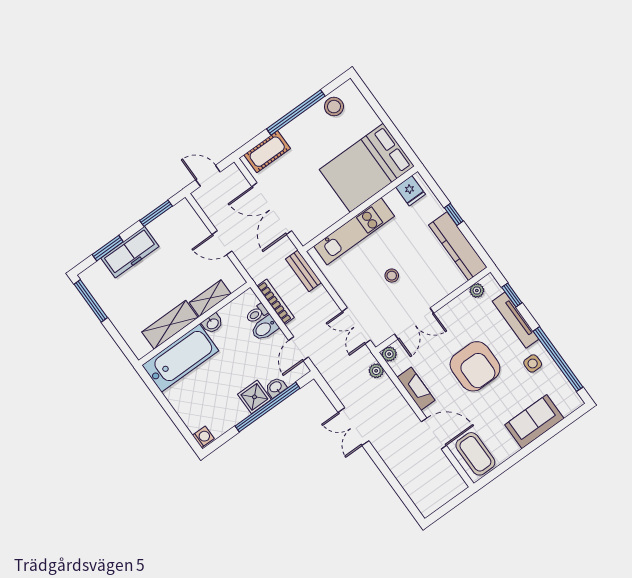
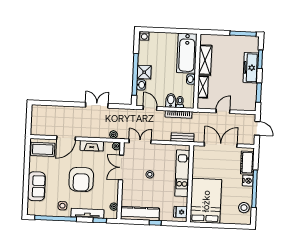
nightstand: (292, 131) -> (248, 181), added
door: (208, 176) -> (257, 128), hinge flipped
armchair: (475, 366) -> (81, 179), turned -90

